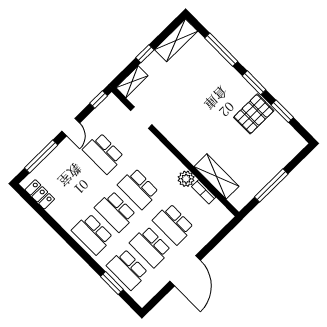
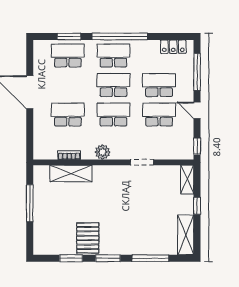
doorway: (141, 118) -> (142, 162), moved
plant: (186, 179) -> (103, 152), moved
window: (73, 244) -> (120, 37), added
school desk: (150, 247) -> (159, 85), moved

